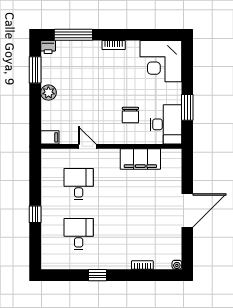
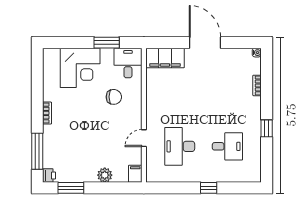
corner desk: (161, 61) -> (80, 68), moved
plant: (48, 93) -> (105, 175), moved
desk: (166, 124) -> (128, 63), width x0.73
filing cabinet: (140, 159) -> (165, 58), moved, turned 90
desk: (79, 184) -> (180, 146), width x1.37
desk: (79, 234) -> (227, 146), turned 180

